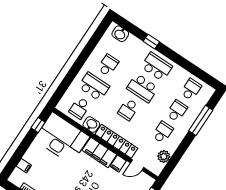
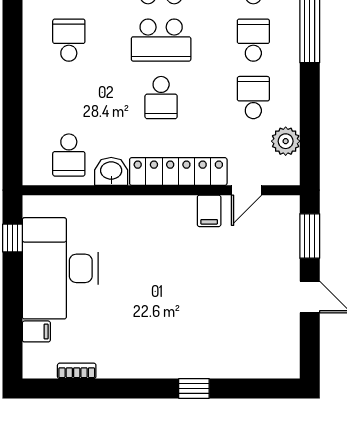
school desk: (94, 87) -> (69, 98), removed
desk: (62, 138) -> (60, 268), moved, turned -90
filing cabinet: (99, 152) -> (160, 213), removed

